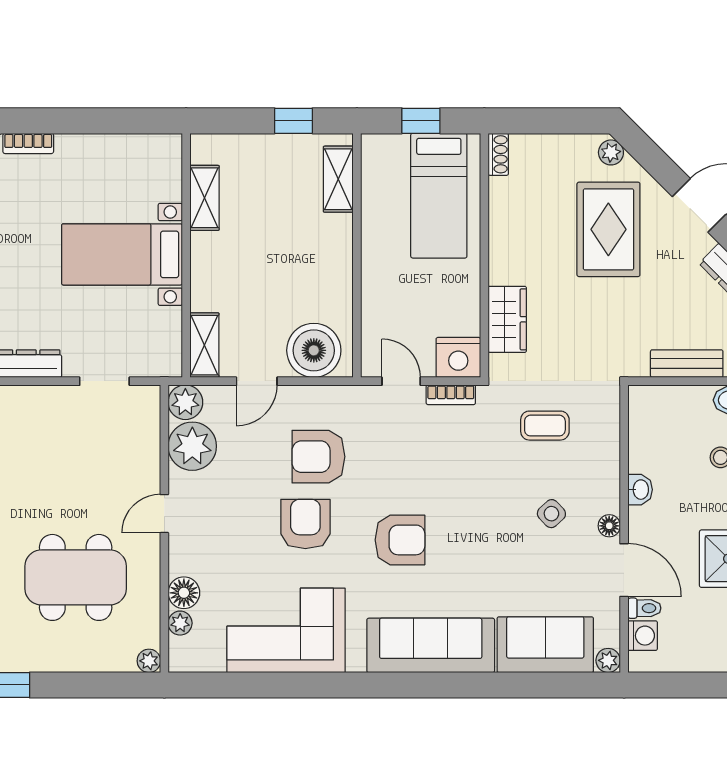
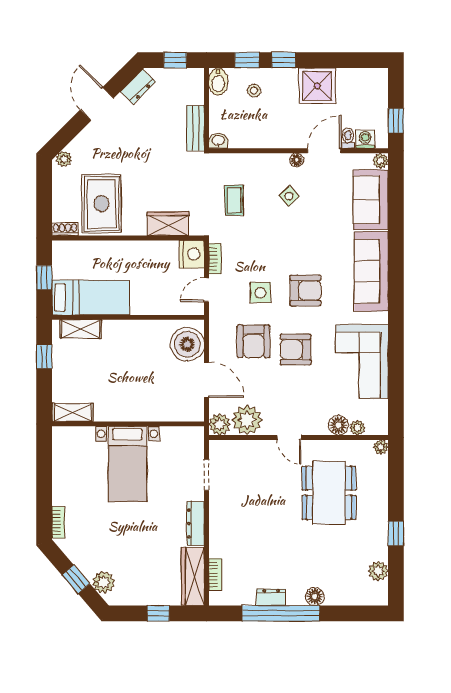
bed: (439, 196) -> (91, 298), moved
shelving: (204, 198) -> (73, 412), moved
rug: (608, 229) -> (101, 204), moved, turned 90
shelving: (204, 345) -> (184, 412), removed
bench: (687, 364) -> (196, 128), moved
door: (257, 381) -> (206, 380), width x1.38
side table: (397, 468) -> (260, 293), added
washbasin: (640, 490) -> (218, 141), moved
armchair: (400, 540) -> (305, 290), turned 90
window: (673, 685) -> (396, 121), added

